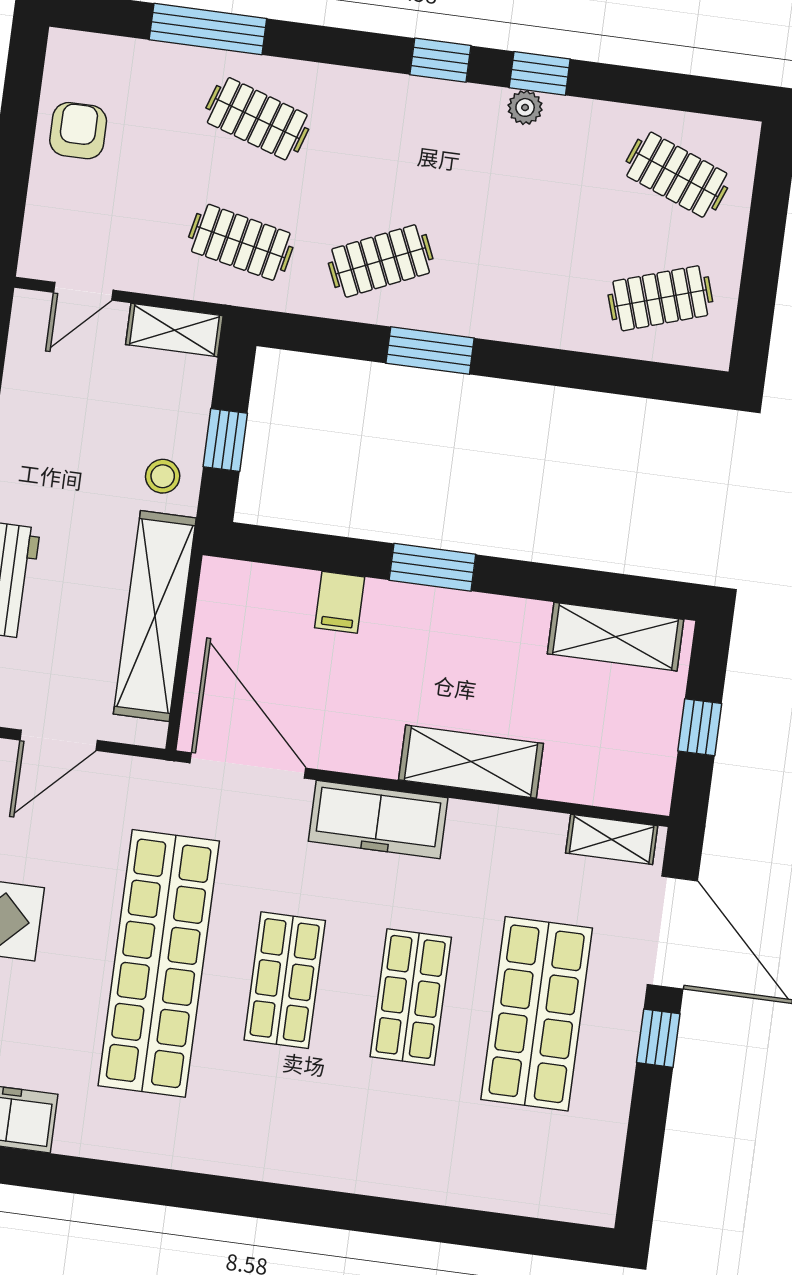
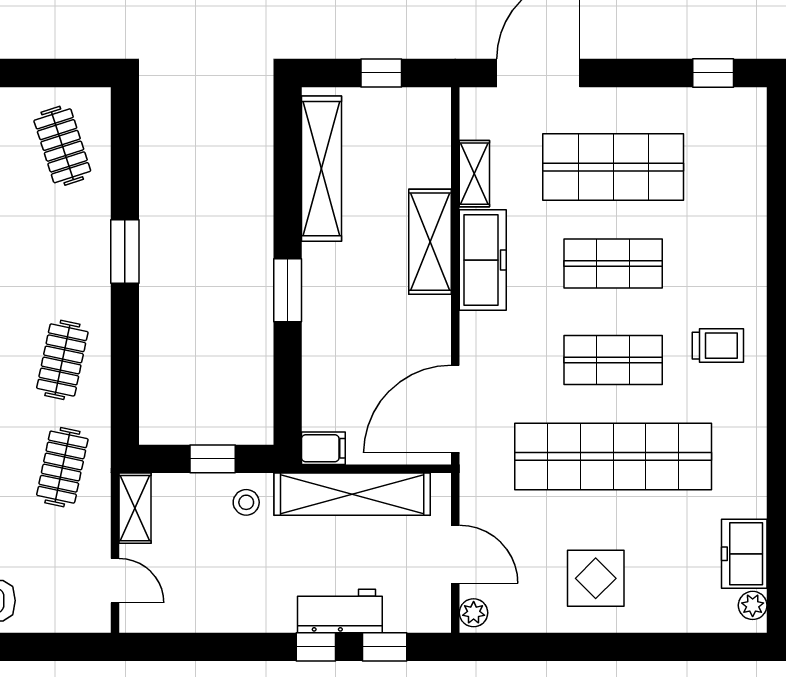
clothes rail: (381, 261) -> (62, 360), turned 36
window: (430, 351) -> (125, 251), moved
filing cabinet: (340, 602) -> (323, 448), moved
shelving: (616, 637) -> (321, 169), width x1.47
freezer: (378, 820) -> (483, 260), moved
shelving: (612, 839) -> (474, 174), moved
window: (658, 1038) -> (713, 73), moved
trolley: (285, 1119) -> (718, 346), added

